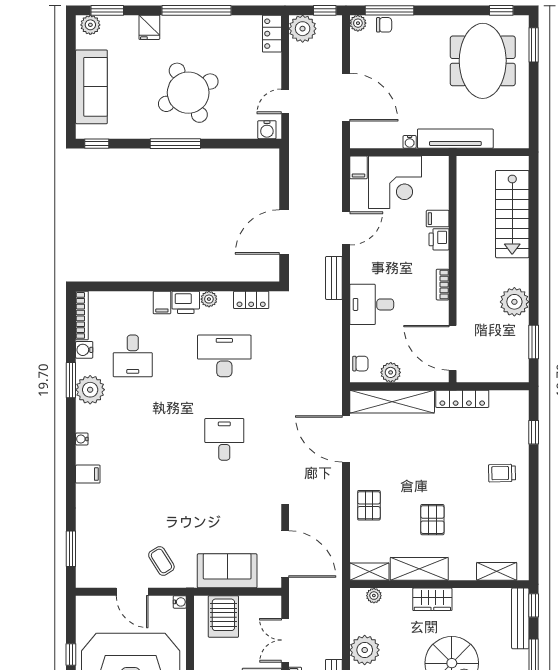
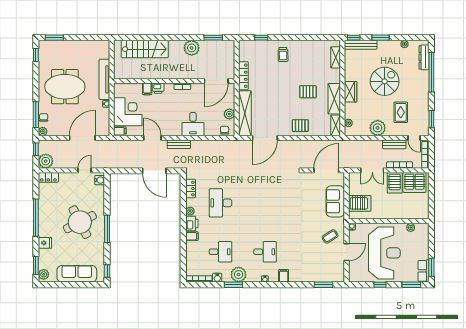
meeting table: (483, 61) -> (65, 87), moved
door: (285, 101) -> (84, 170), swing flipped
desk: (224, 439) -> (265, 252), moved, turned 180

